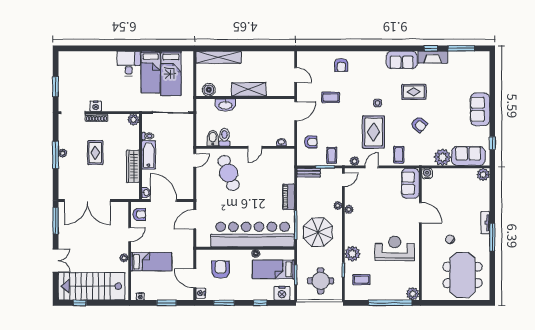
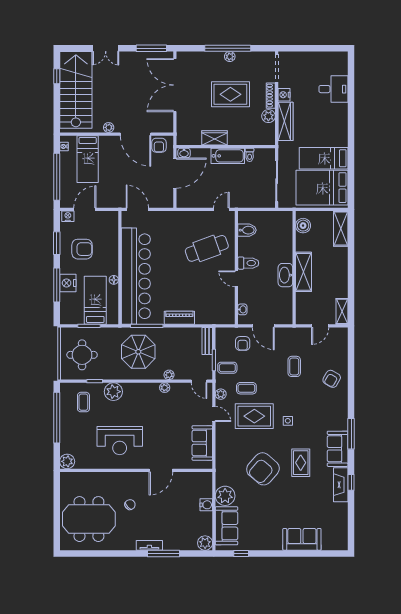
window: (461, 48) -> (351, 434), moved
shelving: (283, 56) -> (342, 311), added
shelving: (219, 57) -> (341, 229), width x0.68
desk: (129, 64) -> (333, 89), moved
armchair: (341, 65) -> (332, 379), turned -60
bed: (171, 73) -> (322, 188), width x1.50
window: (56, 87) -> (307, 48), removed
wardrobe: (119, 105) -> (286, 121), added
washbasin: (225, 105) -> (285, 275), moved
sofa: (480, 109) -> (302, 539), moved
door: (296, 111) -> (263, 326), moved
plant: (133, 120) -> (268, 116), moved
armchair: (419, 124) -> (263, 469), width x1.88, depth x1.88
toilet: (225, 137) -> (248, 263), moved
rug: (95, 153) -> (230, 94), width x1.36, depth x1.43
window: (56, 155) -> (228, 48), width x1.46
coffee table: (399, 155) -> (246, 388), moved
door: (195, 160) -> (221, 209), swing flipped
wardrobe: (133, 166) -> (215, 138), width x0.67
water cooler: (427, 174) -> (206, 505), moved
sofa: (410, 183) -> (202, 443), moved, turned -90
door: (195, 219) -> (137, 209), moved
door: (130, 235) -> (135, 134), width x1.88
window: (492, 237) -> (164, 553), moved
reception desk: (395, 248) -> (120, 441), turned 90
bed: (151, 262) -> (88, 159), moved
armchair: (221, 270) -> (82, 249), moved
nightstand: (282, 293) -> (68, 283), moved
window: (167, 303) -> (57, 177), width x2.11
window: (260, 303) -> (57, 285), width x2.17
window: (390, 303) -> (57, 418), moved

